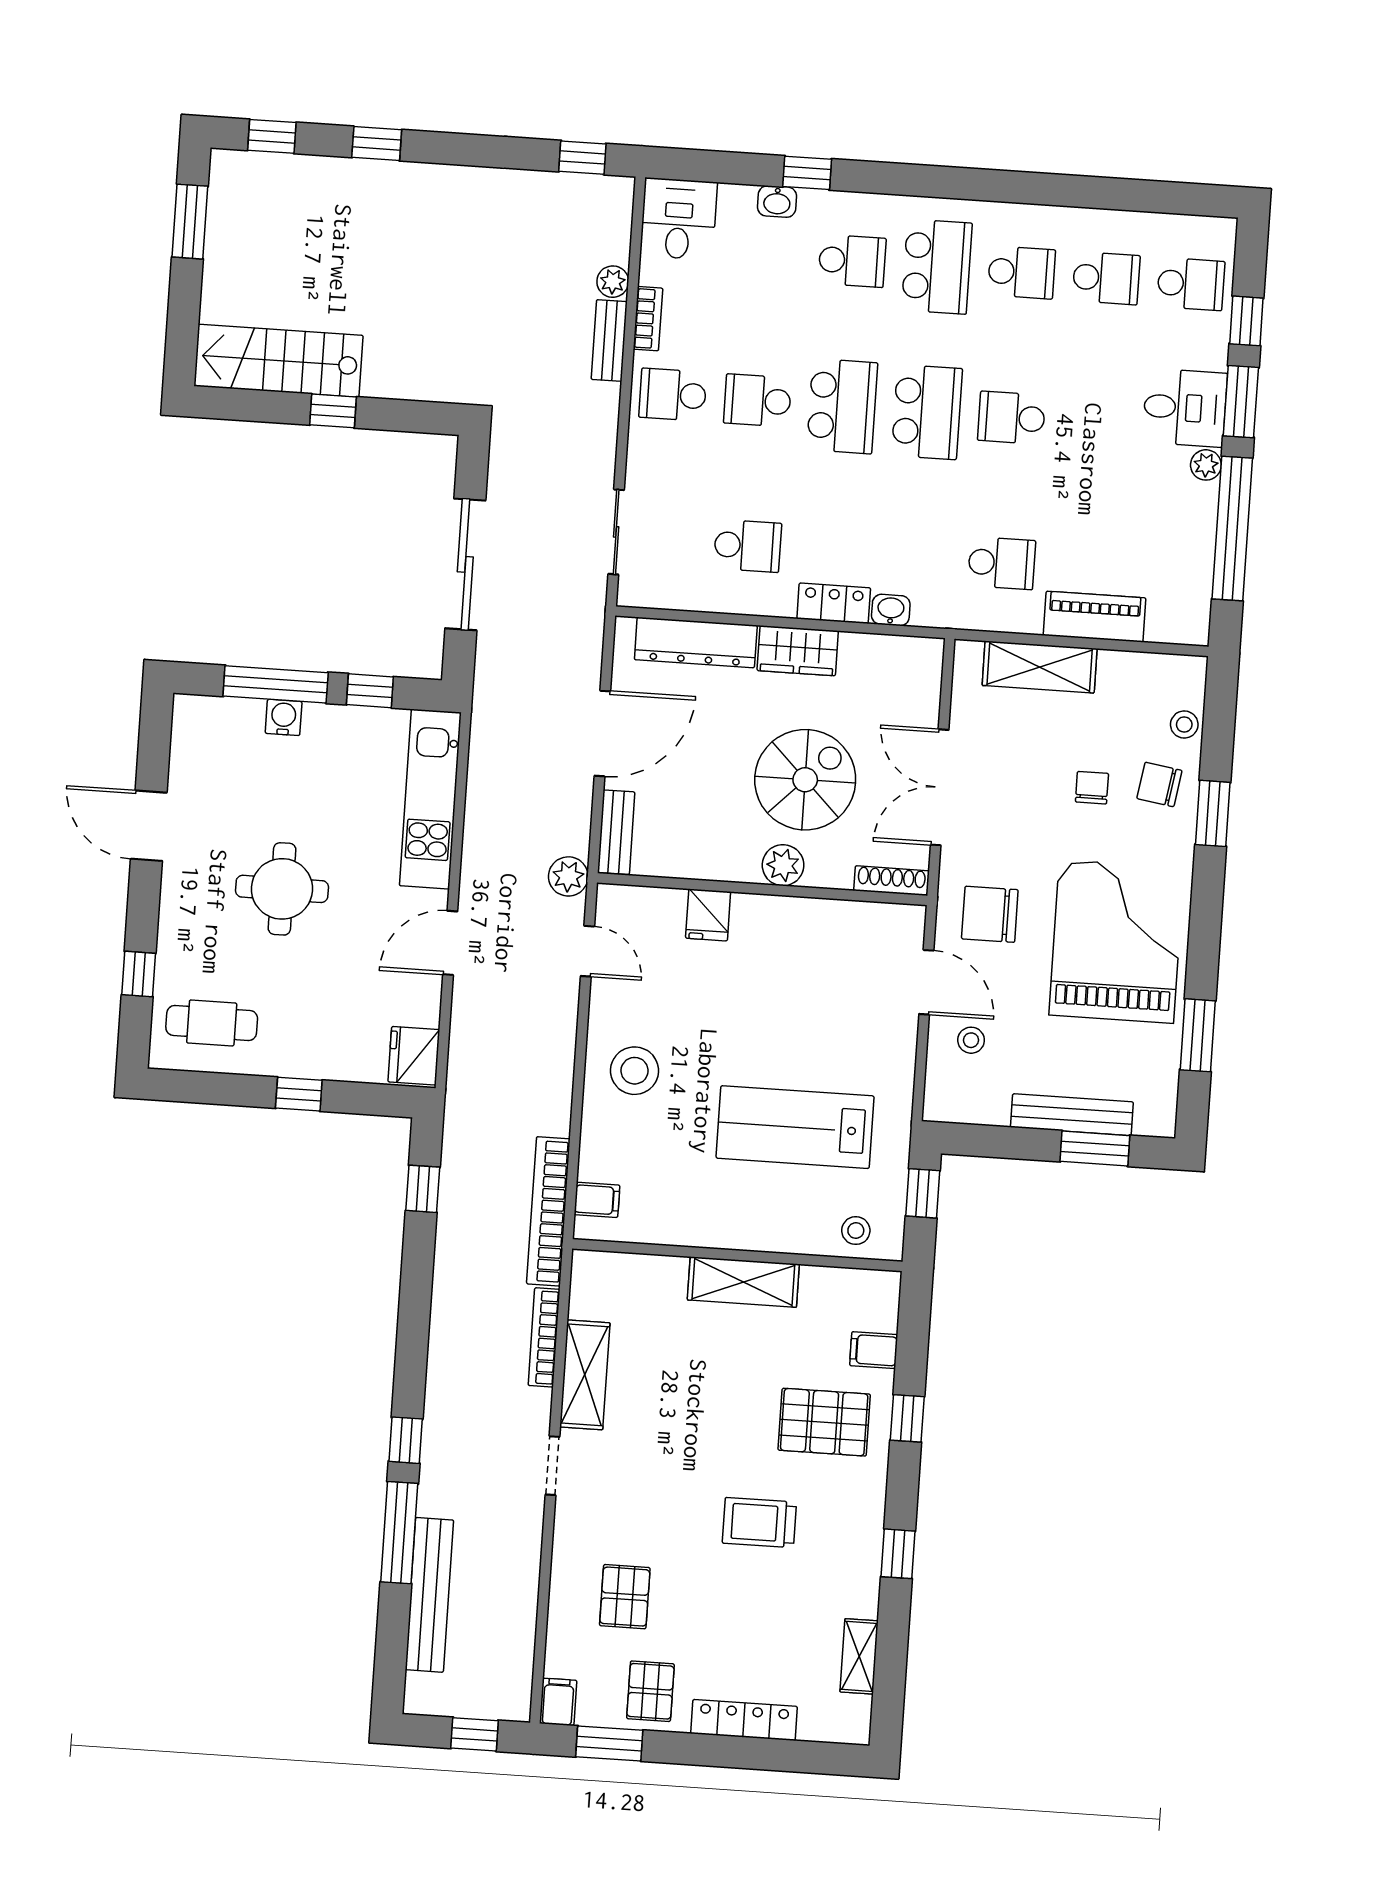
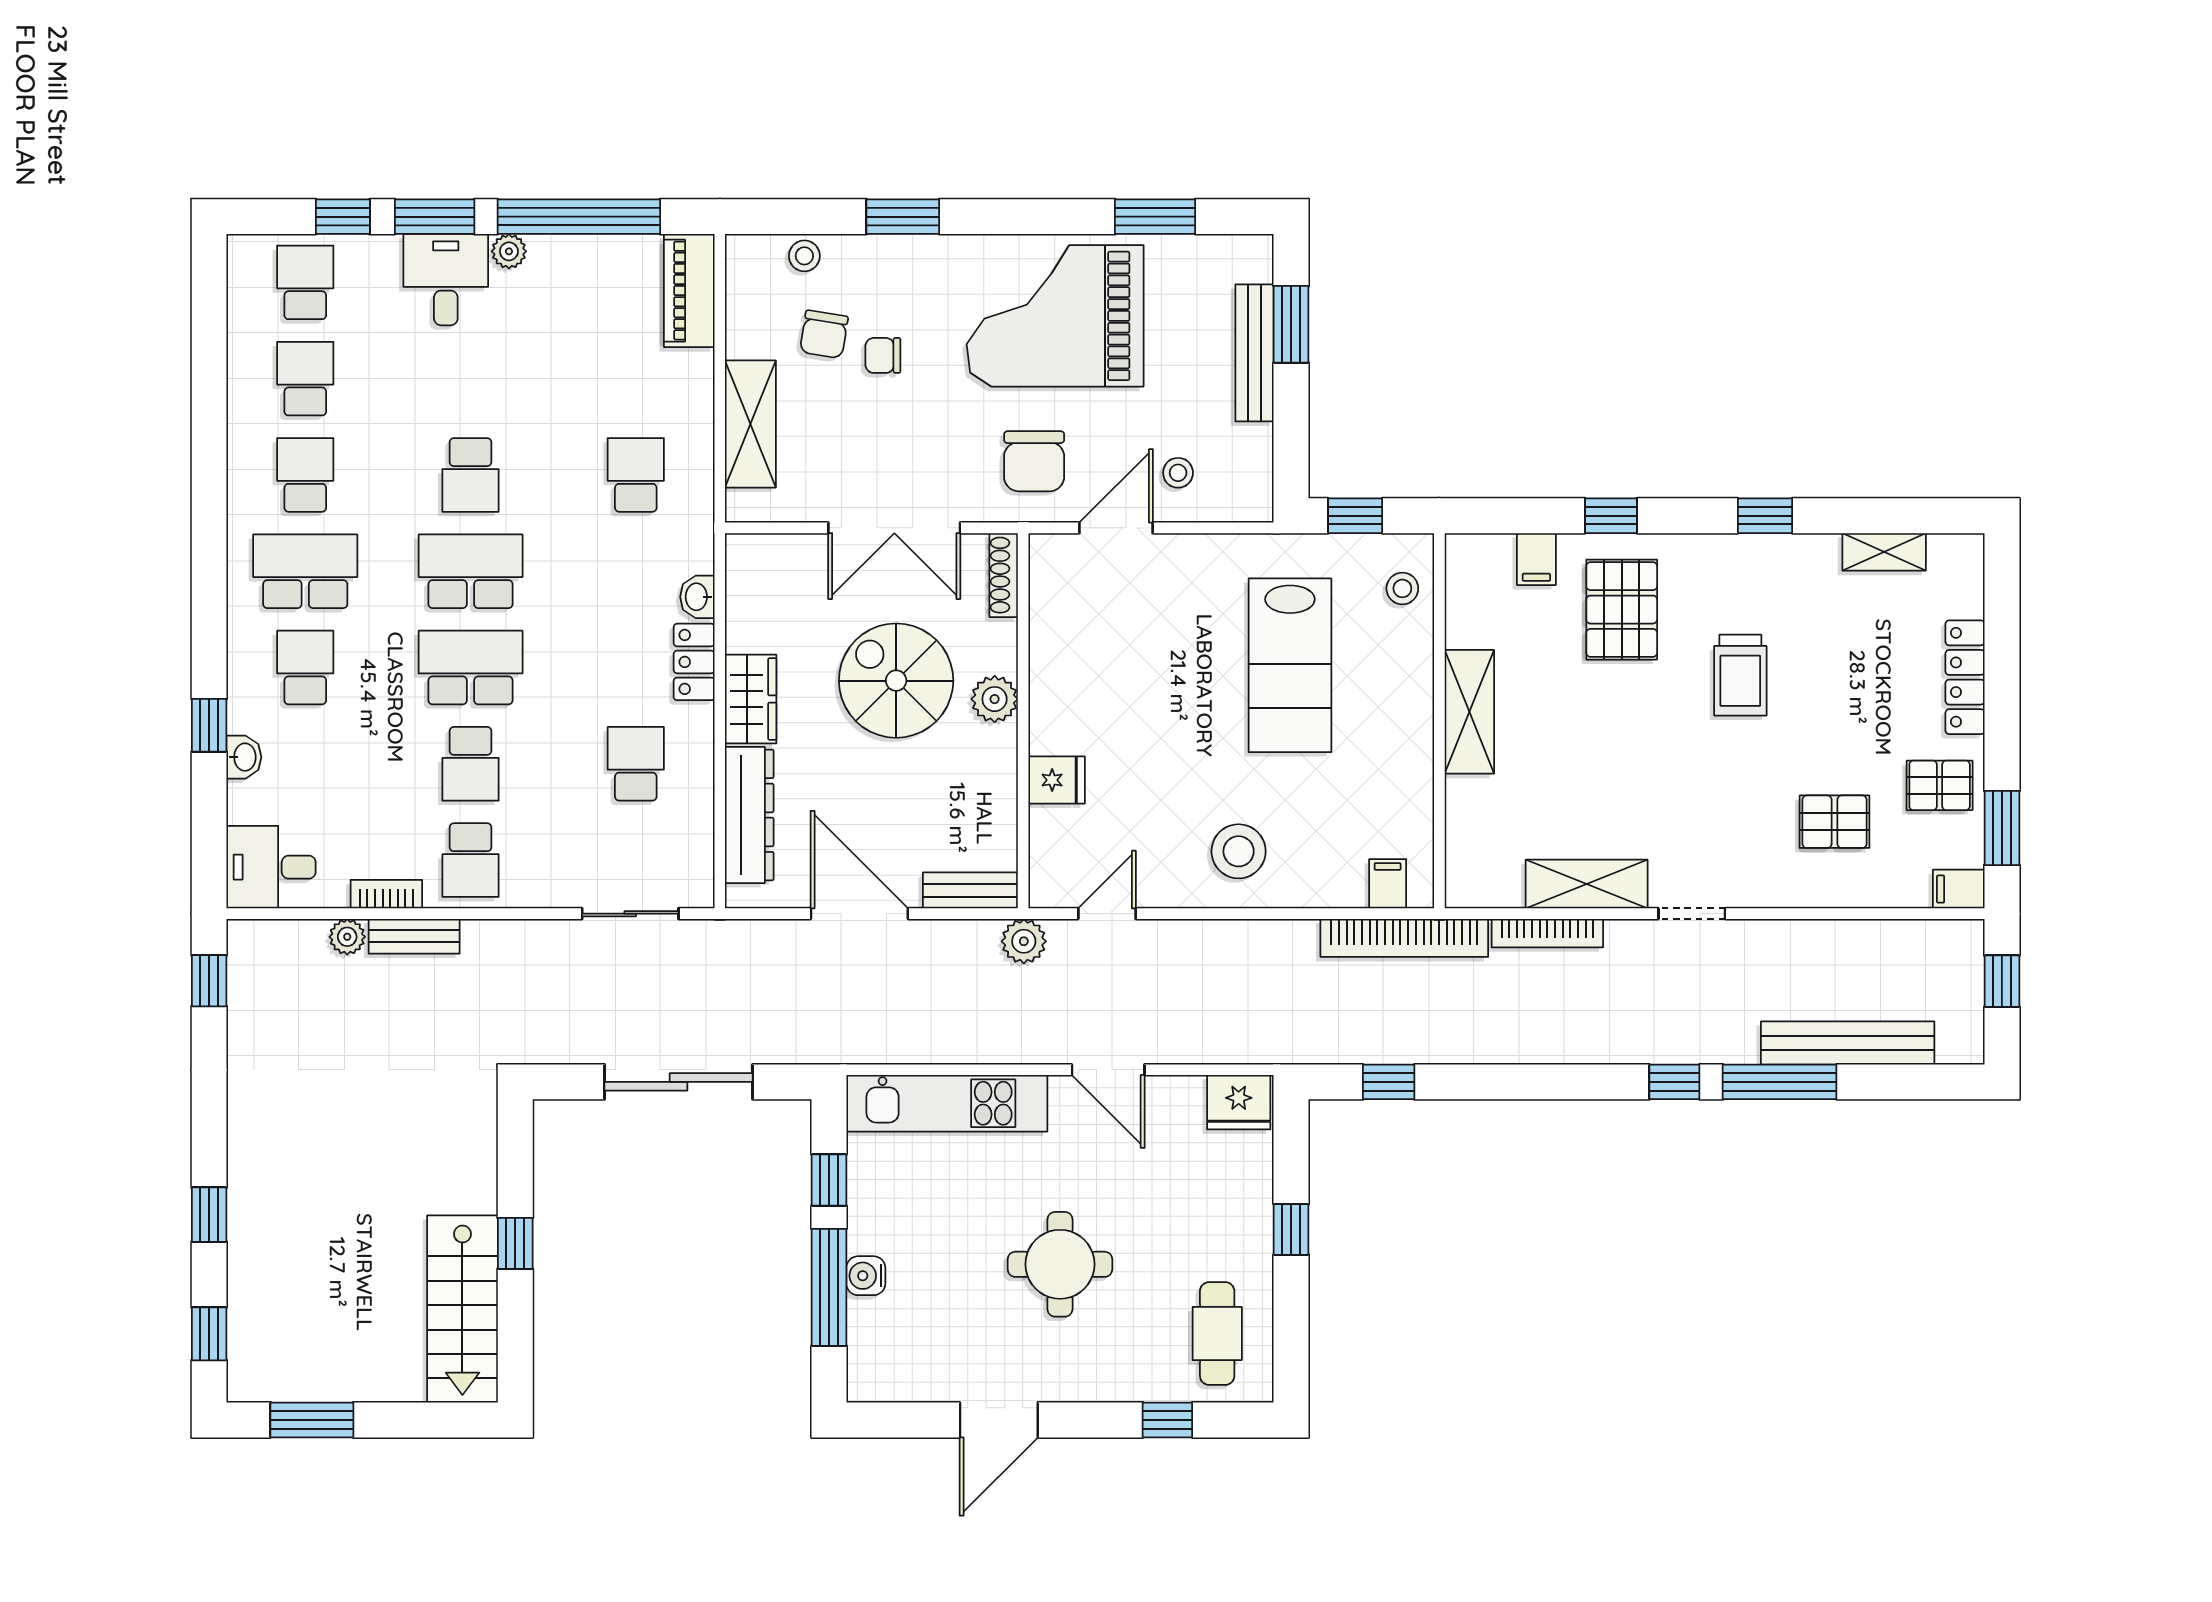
piano: (1095, 617) -> (689, 291), moved
chair: (1159, 784) -> (824, 334), moved

